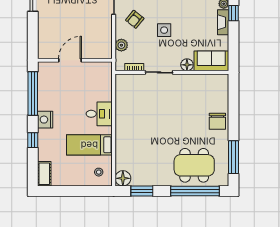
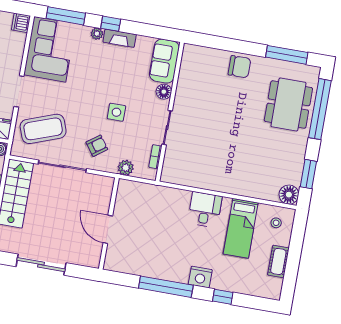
armchair: (135, 19) -> (97, 146), turned -75
door: (70, 60) -> (108, 229), moved
wall: (75, 60) -> (109, 223), moved
cot: (44, 174) -> (278, 261), moved, turned 90

